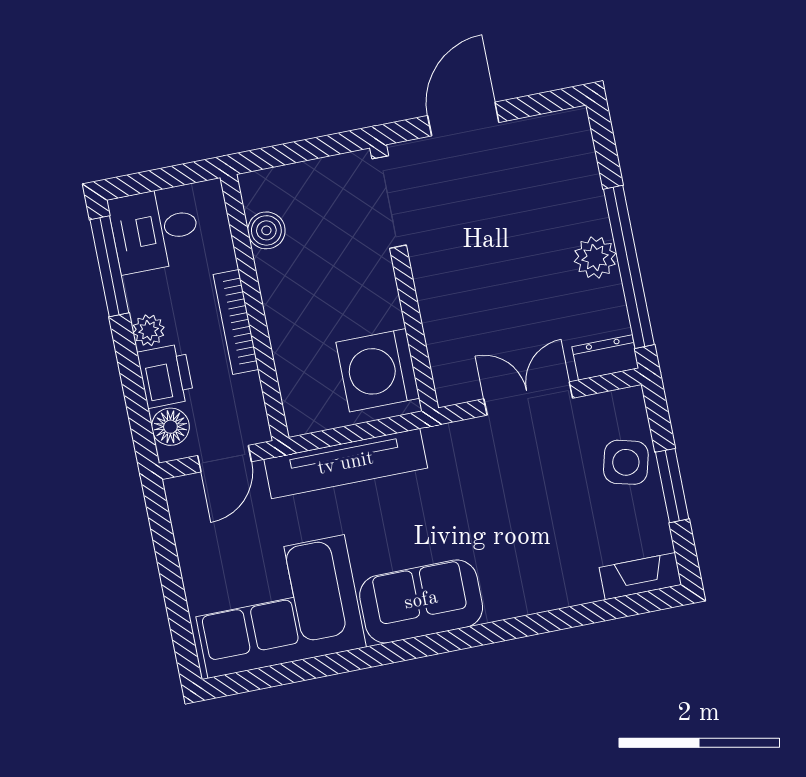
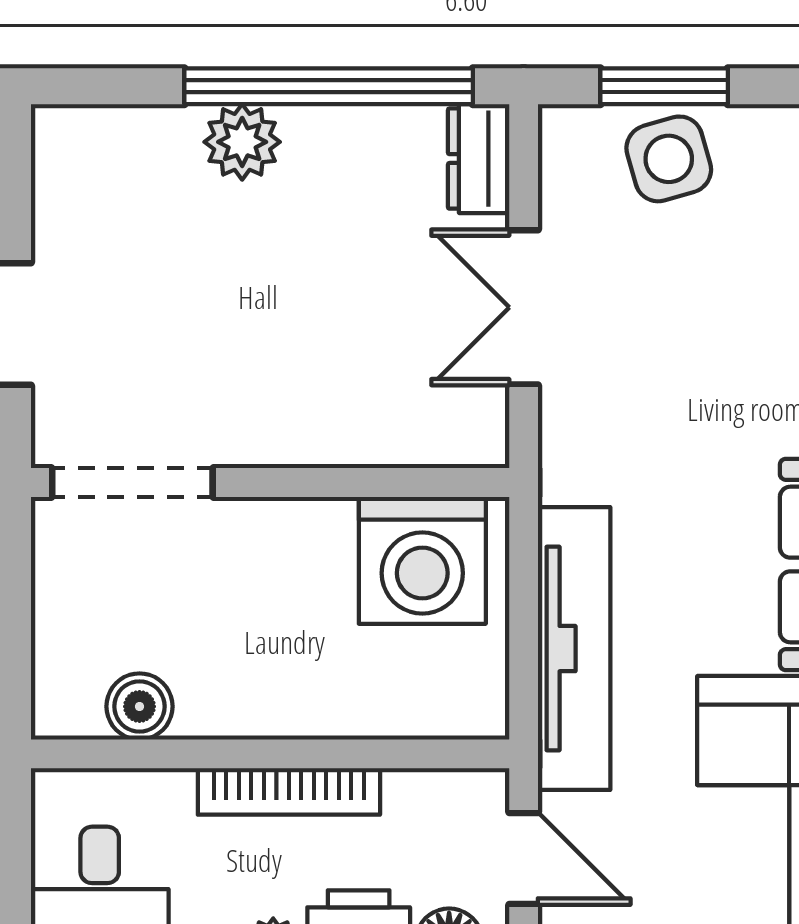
plant: (595, 257) -> (242, 142), moved
side table: (626, 462) -> (669, 159), turned -30
window: (672, 486) -> (664, 86), moved

